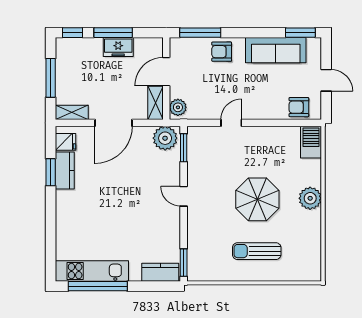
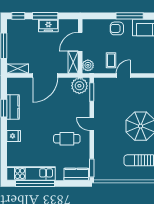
window: (200, 33) -> (130, 16), moved
coffee table: (213, 100) -> (111, 60), added
fridge: (66, 142) -> (14, 136), moved
cafe table: (146, 218) -> (67, 139), added

